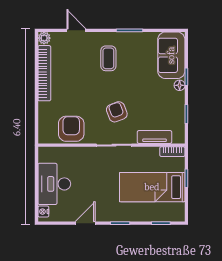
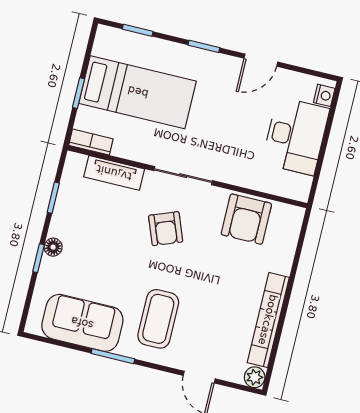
sofa: (171, 55) -> (82, 323), moved, turned -90
coffee table: (108, 58) -> (158, 319), width x1.36, depth x1.30

